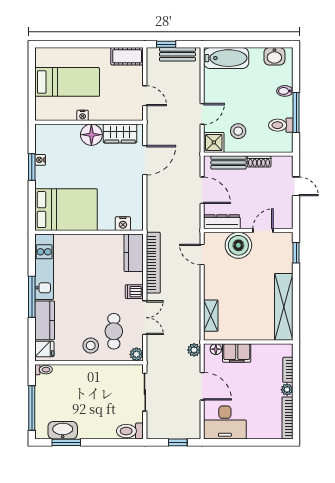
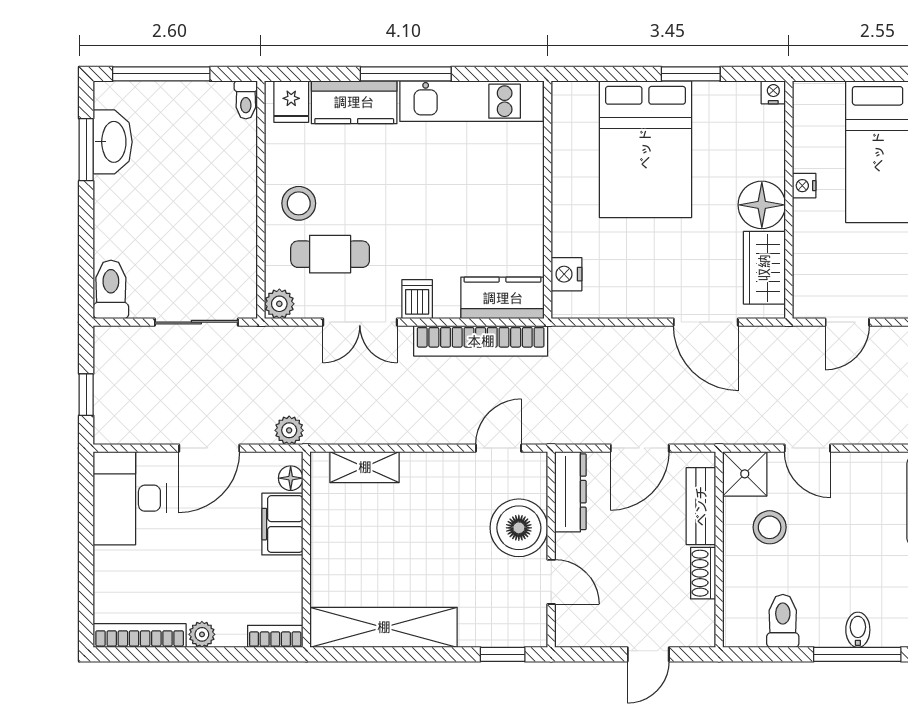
window: (296, 113) -> (857, 654), moved
nightstand: (40, 160) -> (773, 92), moved
bed: (66, 210) -> (645, 149), moved
bookcase: (288, 370) -> (275, 636), moved

